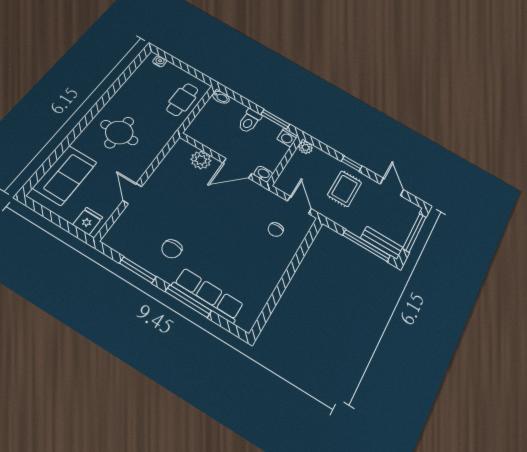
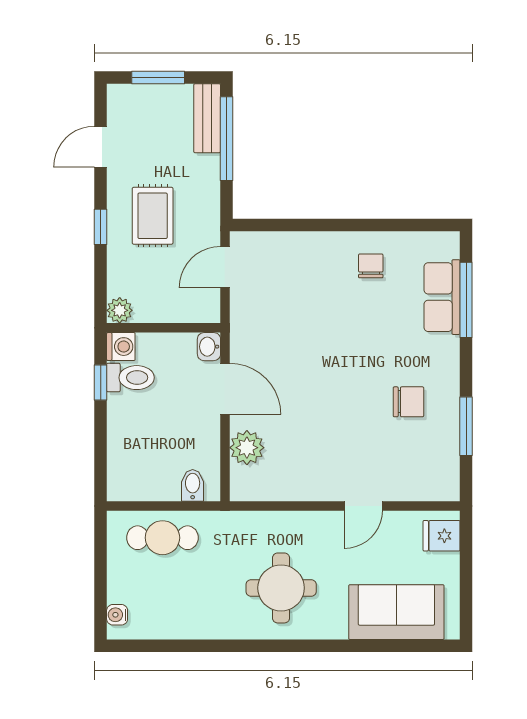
bidet: (221, 97) -> (193, 485), moved
window: (275, 119) -> (101, 383), width x0.67
toilet: (250, 121) -> (130, 378), moved
rug: (345, 189) -> (153, 216), turned 90
chair: (276, 230) -> (371, 266), moved, turned -90
window: (414, 233) -> (158, 77), width x0.69
row of seats: (208, 295) -> (442, 297), width x0.68
window: (188, 301) -> (466, 300), moved

